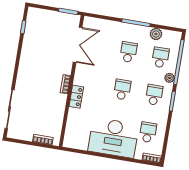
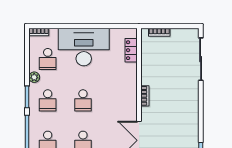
plant: (170, 78) -> (34, 77), moved
locker: (76, 97) -> (131, 50), moved

